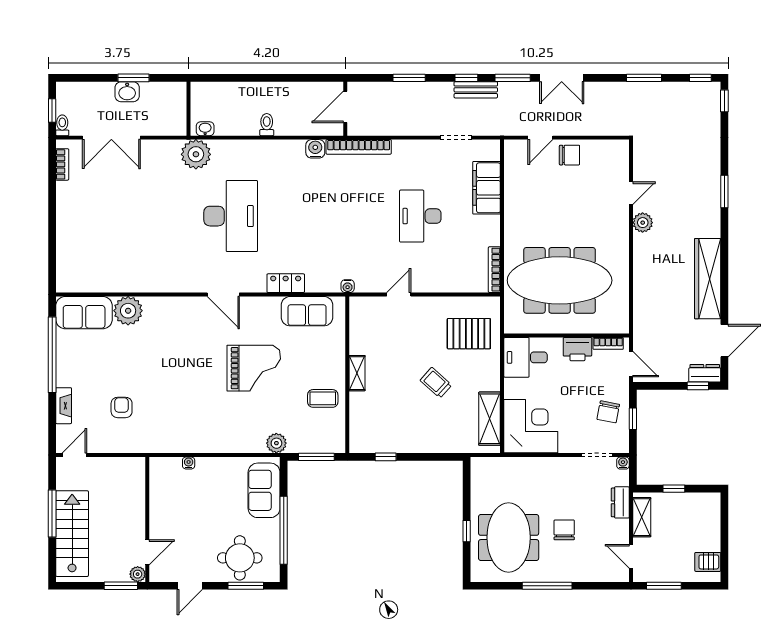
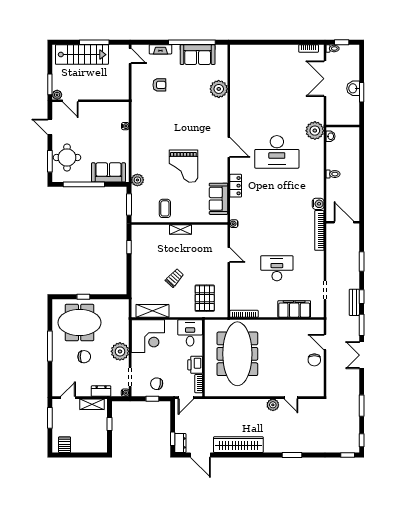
door: (223, 294) -> (229, 147), swing flipped
sofa: (84, 313) -> (198, 55), moved, turned -90
plant: (556, 472) -> (120, 351), added

